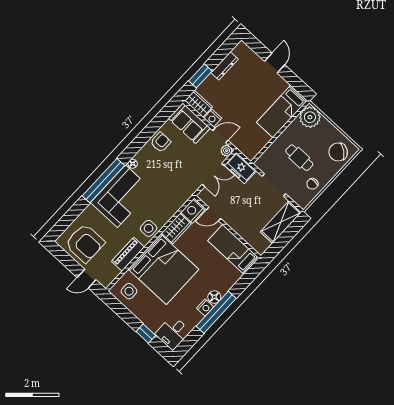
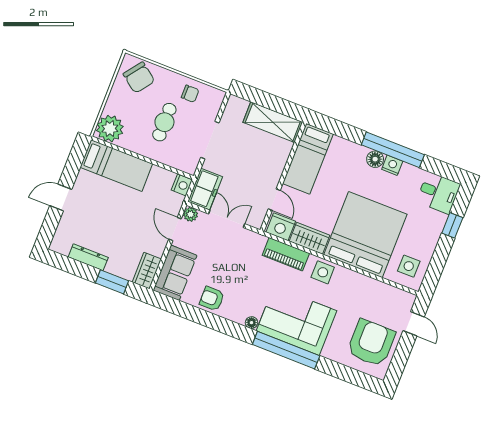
nightstand: (213, 118) -> (182, 185), moved
shelving: (281, 222) -> (273, 122), moved
piano: (128, 254) -> (286, 254), moved

